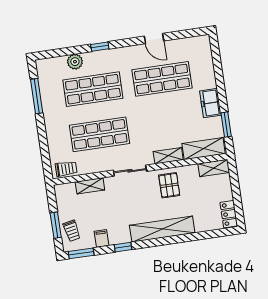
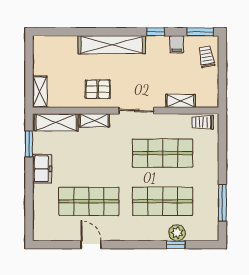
window: (100, 47) -> (176, 245), moved
shelving: (214, 168) -> (40, 92), moved, turned 90
pallet: (169, 185) -> (98, 89), turned 90
locker: (229, 214) -> (40, 50), removed
window: (56, 225) -> (222, 65), removed

